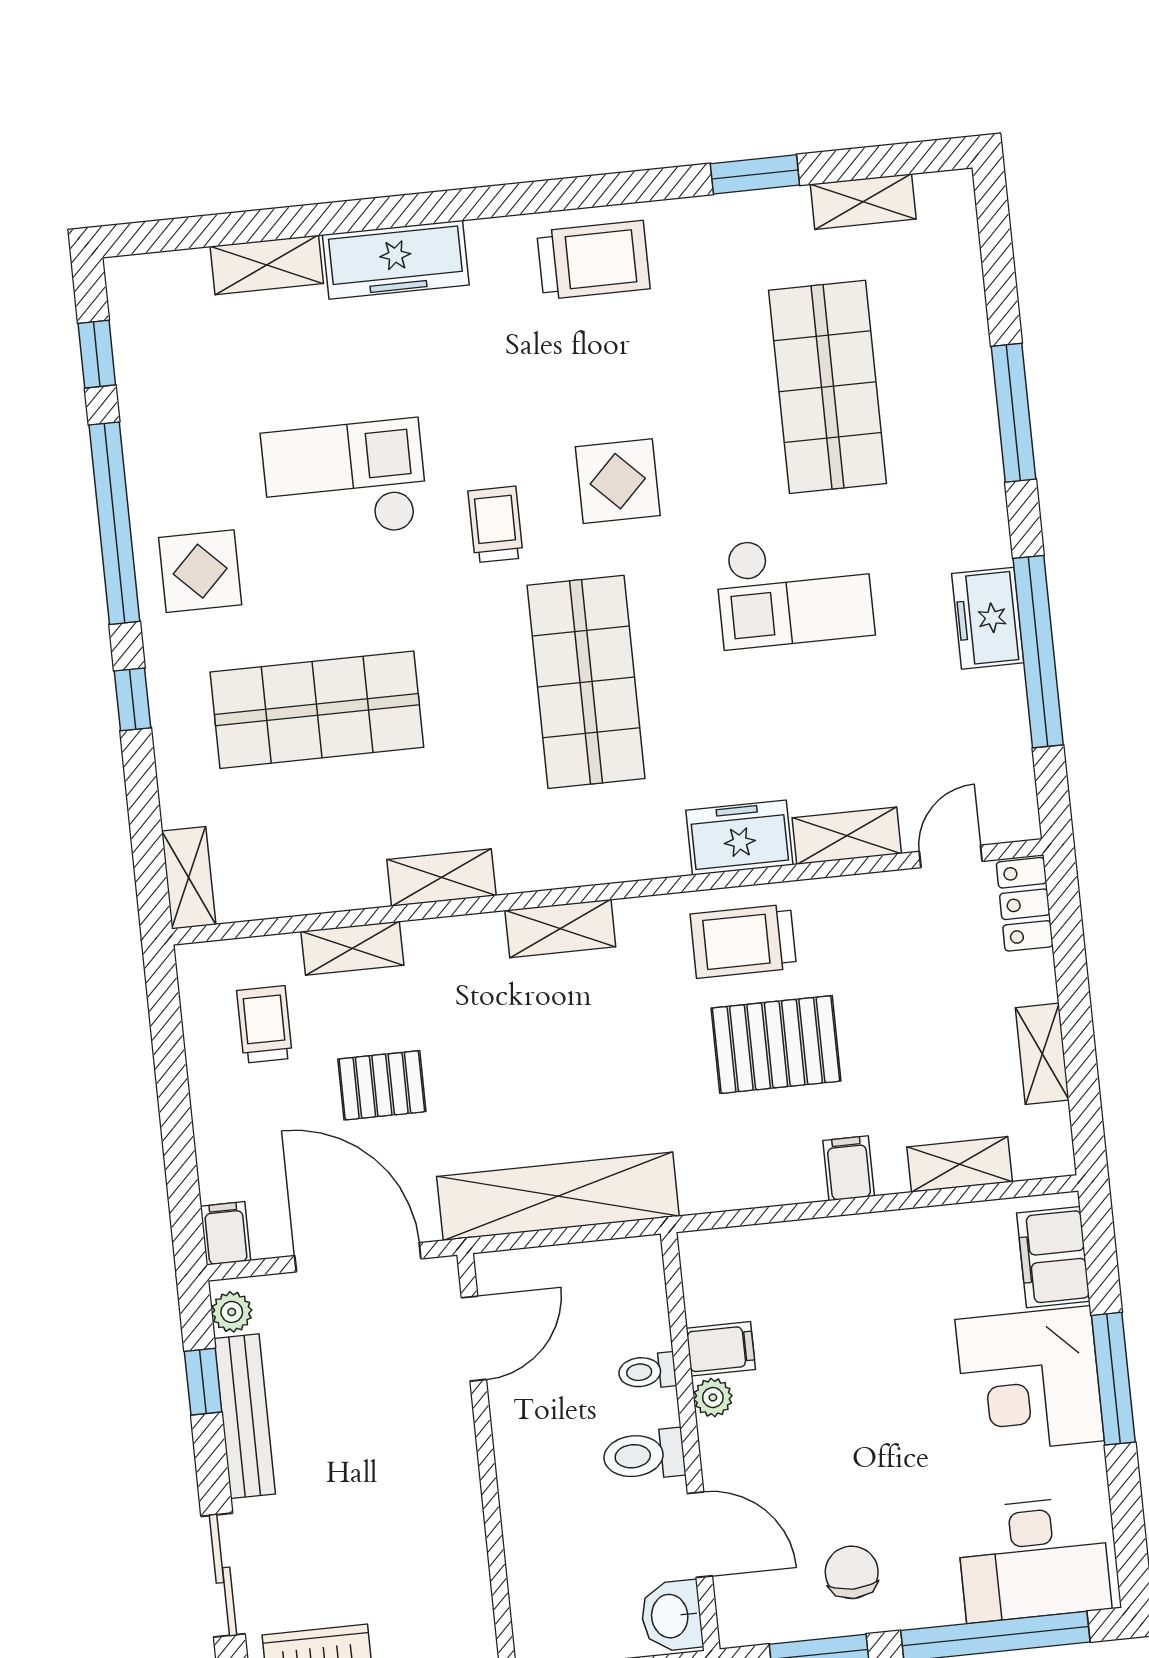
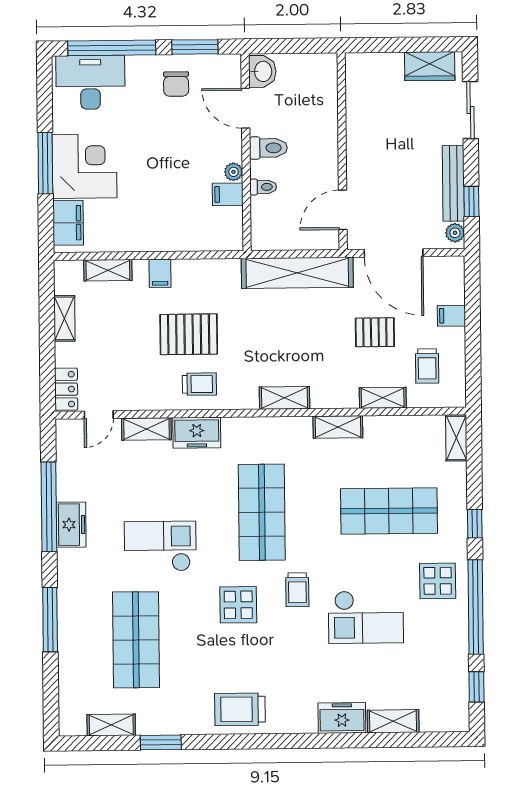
freezer: (396, 260) -> (342, 718), width x0.71
trolley: (743, 941) -> (199, 384), width x0.73, depth x0.72
filing cabinet: (226, 1233) -> (451, 316), moved, turned 90

